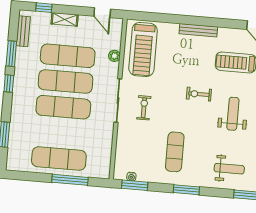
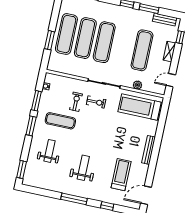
exercise mat: (65, 82) -> (85, 38), moved
exercise bike: (199, 94) -> (76, 102), moved
weight bench: (233, 114) -> (83, 168), turned -90
weight bench: (229, 169) -> (50, 151), moved, turned 180
window: (70, 180) -> (50, 40), width x0.69
window: (135, 185) -> (36, 101), moved

